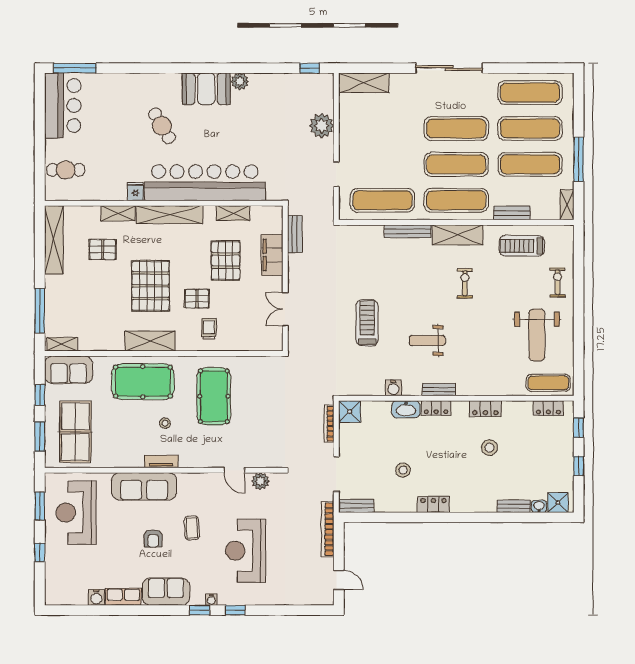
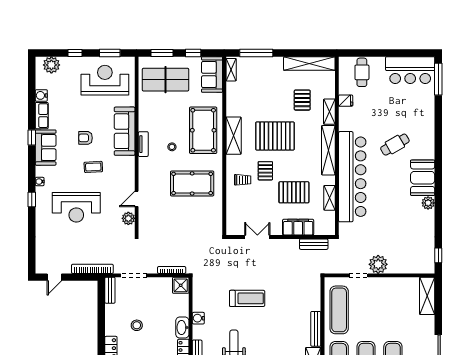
plant: (322, 126) -> (378, 264), moved
fridge: (135, 192) -> (346, 101), moved
reception desk: (246, 551) -> (76, 207), turned 180
plant: (56, 584) -> (51, 65), added
window: (200, 610) -> (32, 138), moved

